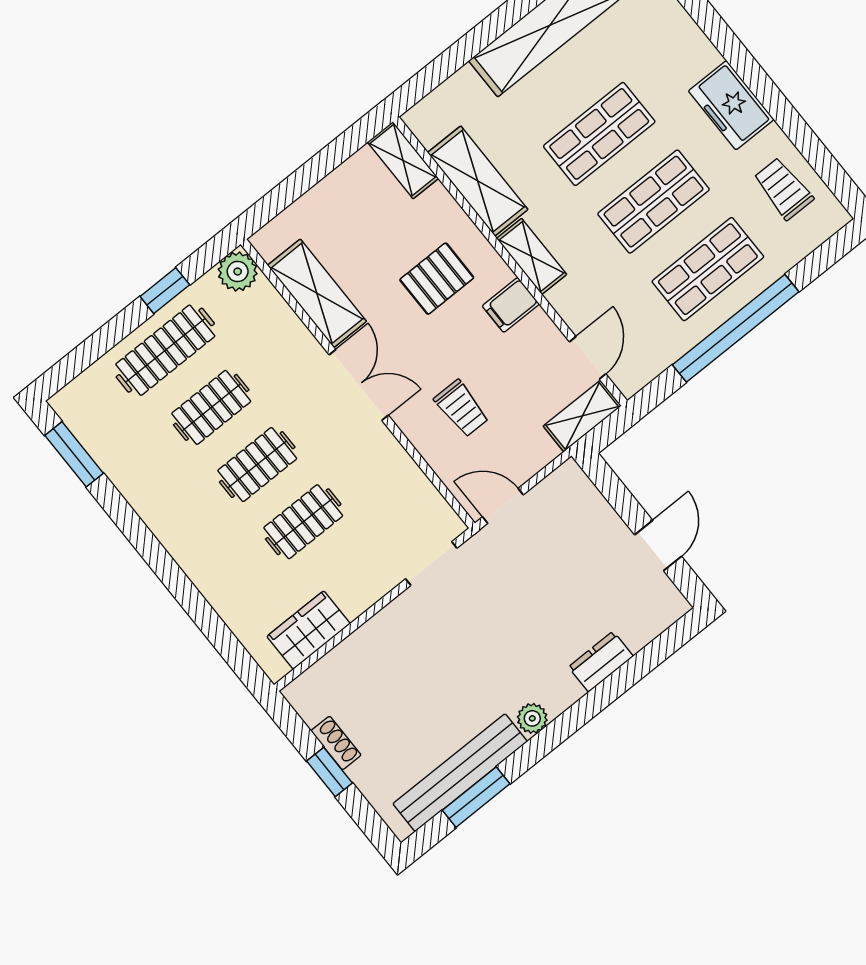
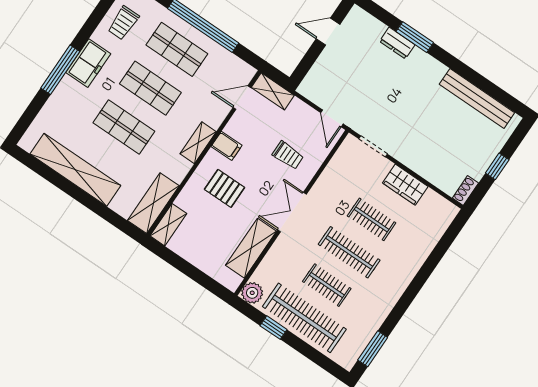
window: (734, 52) -> (60, 70), added
shelving: (478, 181) -> (153, 203), moved
clothes rail: (165, 350) -> (304, 318), width x1.37, depth x1.31
trolley: (461, 408) -> (288, 155), turned 90
clothes rail: (257, 465) -> (349, 252), width x1.36
wardrobe: (309, 630) -> (405, 185), moved
plant: (532, 718) -> (437, 70), removed
shoe rack: (336, 743) -> (465, 190), moved
window: (476, 797) -> (415, 37), moved

